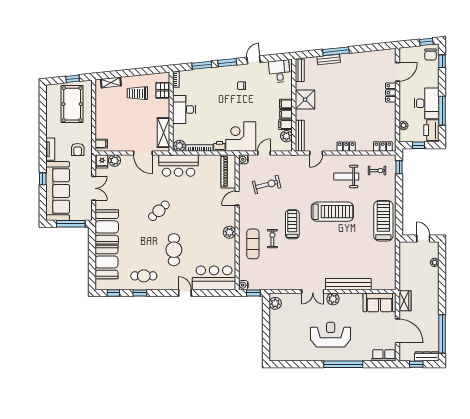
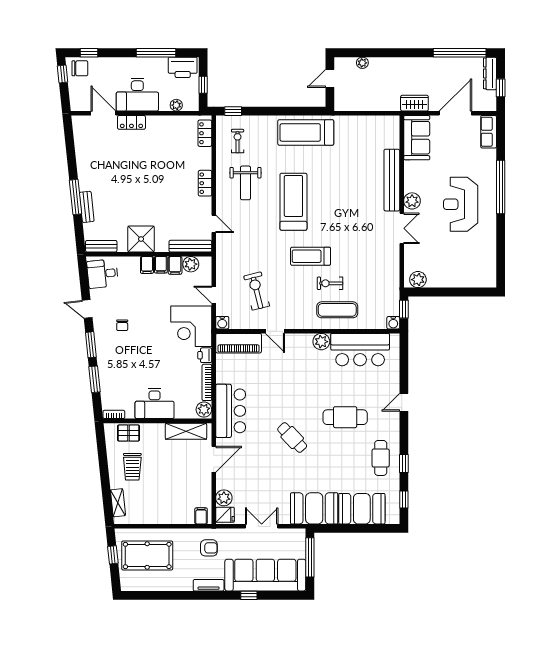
desk: (427, 103) -> (137, 95), moved, turned 180
bar counter: (214, 278) -> (360, 350), moved, turned -90

